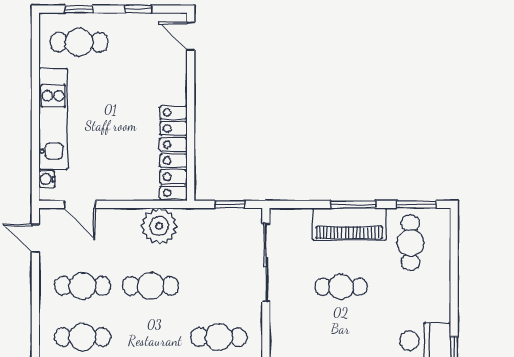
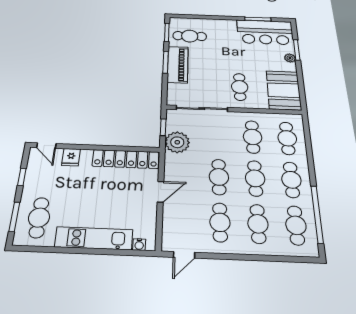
window: (79, 9) -> (14, 217), width x1.50
door: (191, 36) -> (46, 146), hinge flipped
fridge: (173, 74) -> (71, 157), added
door: (80, 204) -> (161, 192), moved
plant: (159, 226) -> (177, 142), moved
cafe table: (341, 287) -> (240, 87), moved
cafe table: (151, 337) -> (255, 178), added

